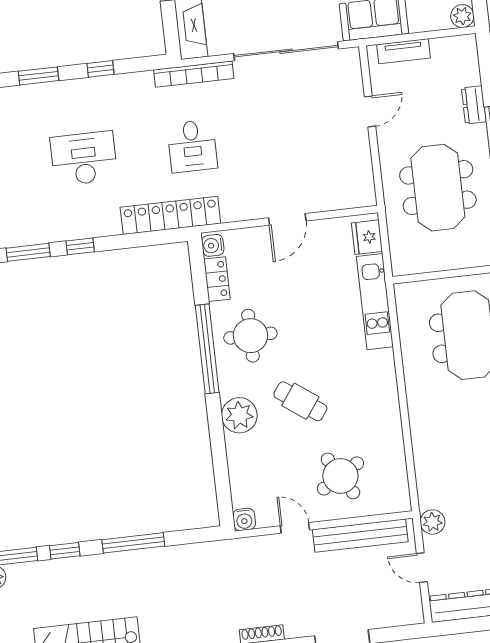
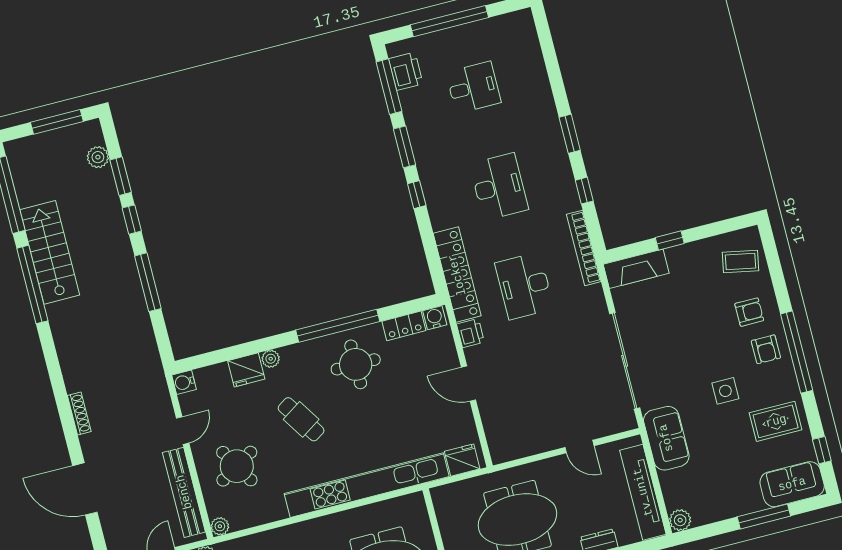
tv unit: (403, 51) -> (643, 492), width x1.92, depth x1.29
bookcase: (194, 74) -> (584, 248), moved
desk: (192, 146) -> (524, 286), width x1.37
printer: (234, 210) -> (470, 333), added
kitchen unit: (375, 302) -> (367, 485), width x1.86
cafe table: (300, 401) -> (301, 419), turned -69
plant: (239, 415) -> (271, 359), width x0.53, depth x0.53
fridge: (240, 452) -> (246, 370), added
plant: (401, 503) -> (220, 526), added

